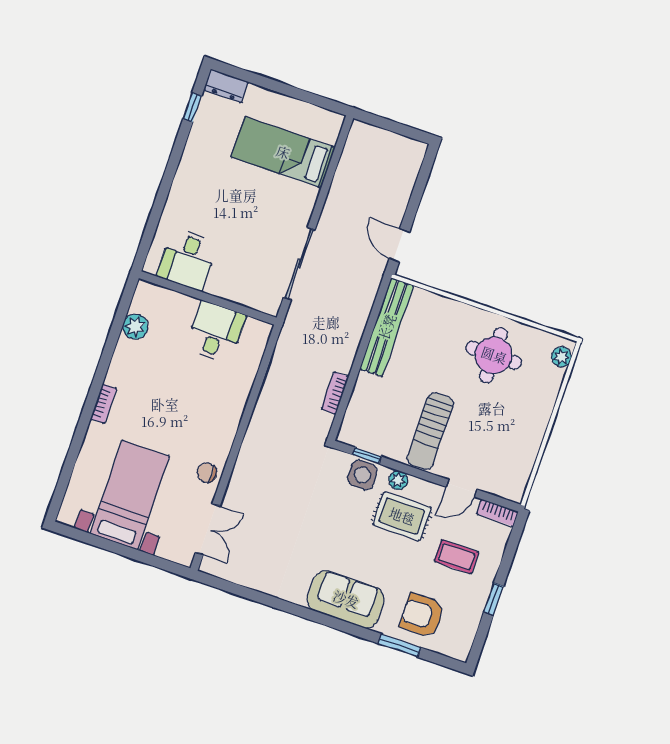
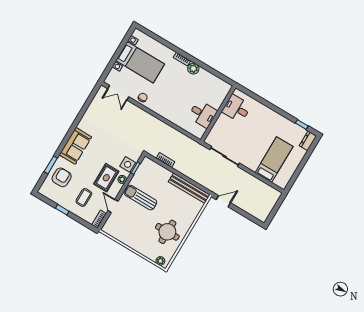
plant: (135, 327) -> (193, 69), moved

